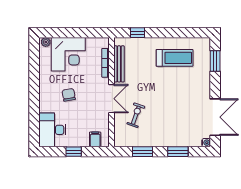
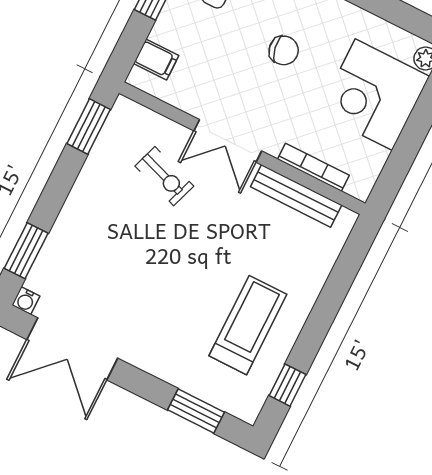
window: (137, 33) -> (287, 385), moved
treadmill: (175, 58) -> (248, 325), turned 180
window: (143, 152) -> (89, 127), moved
window: (178, 152) -> (26, 251), moved

